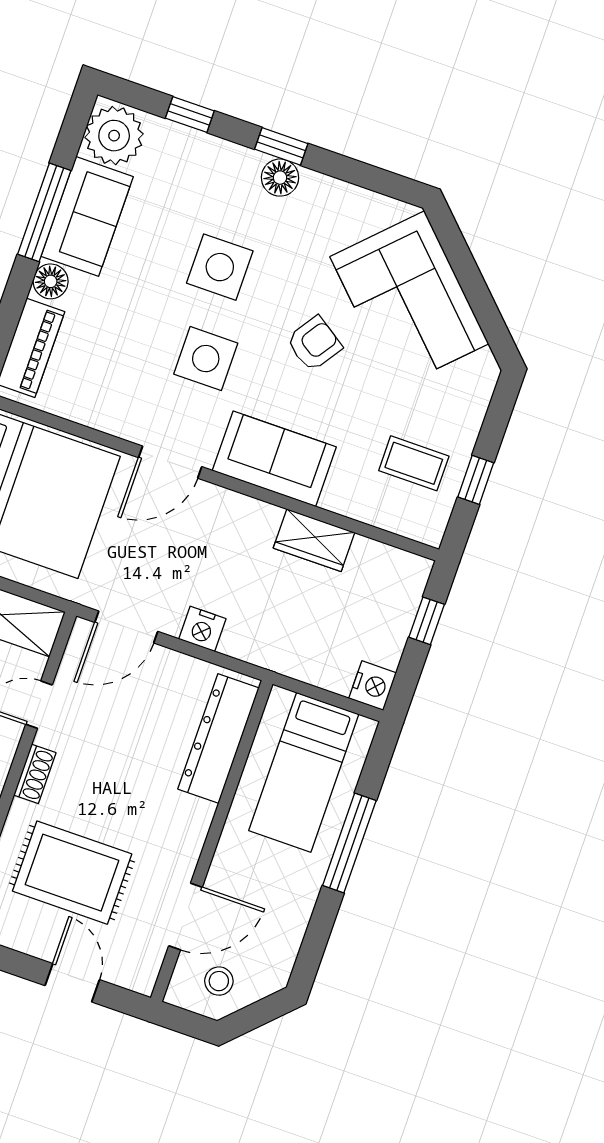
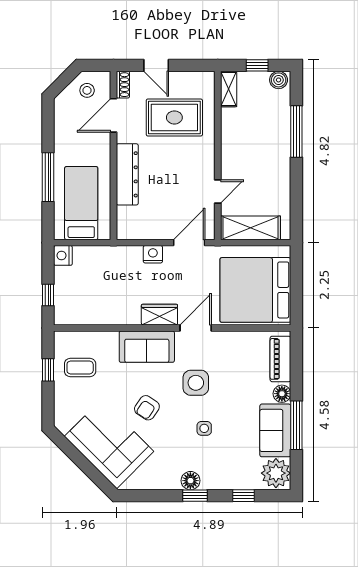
side table: (220, 267) -> (204, 428), width x0.54, depth x0.54
wardrobe: (314, 540) -> (159, 315), moved
dresser: (218, 738) -> (127, 174), moved
shoe rack: (35, 774) -> (123, 85), moved, turned 180

